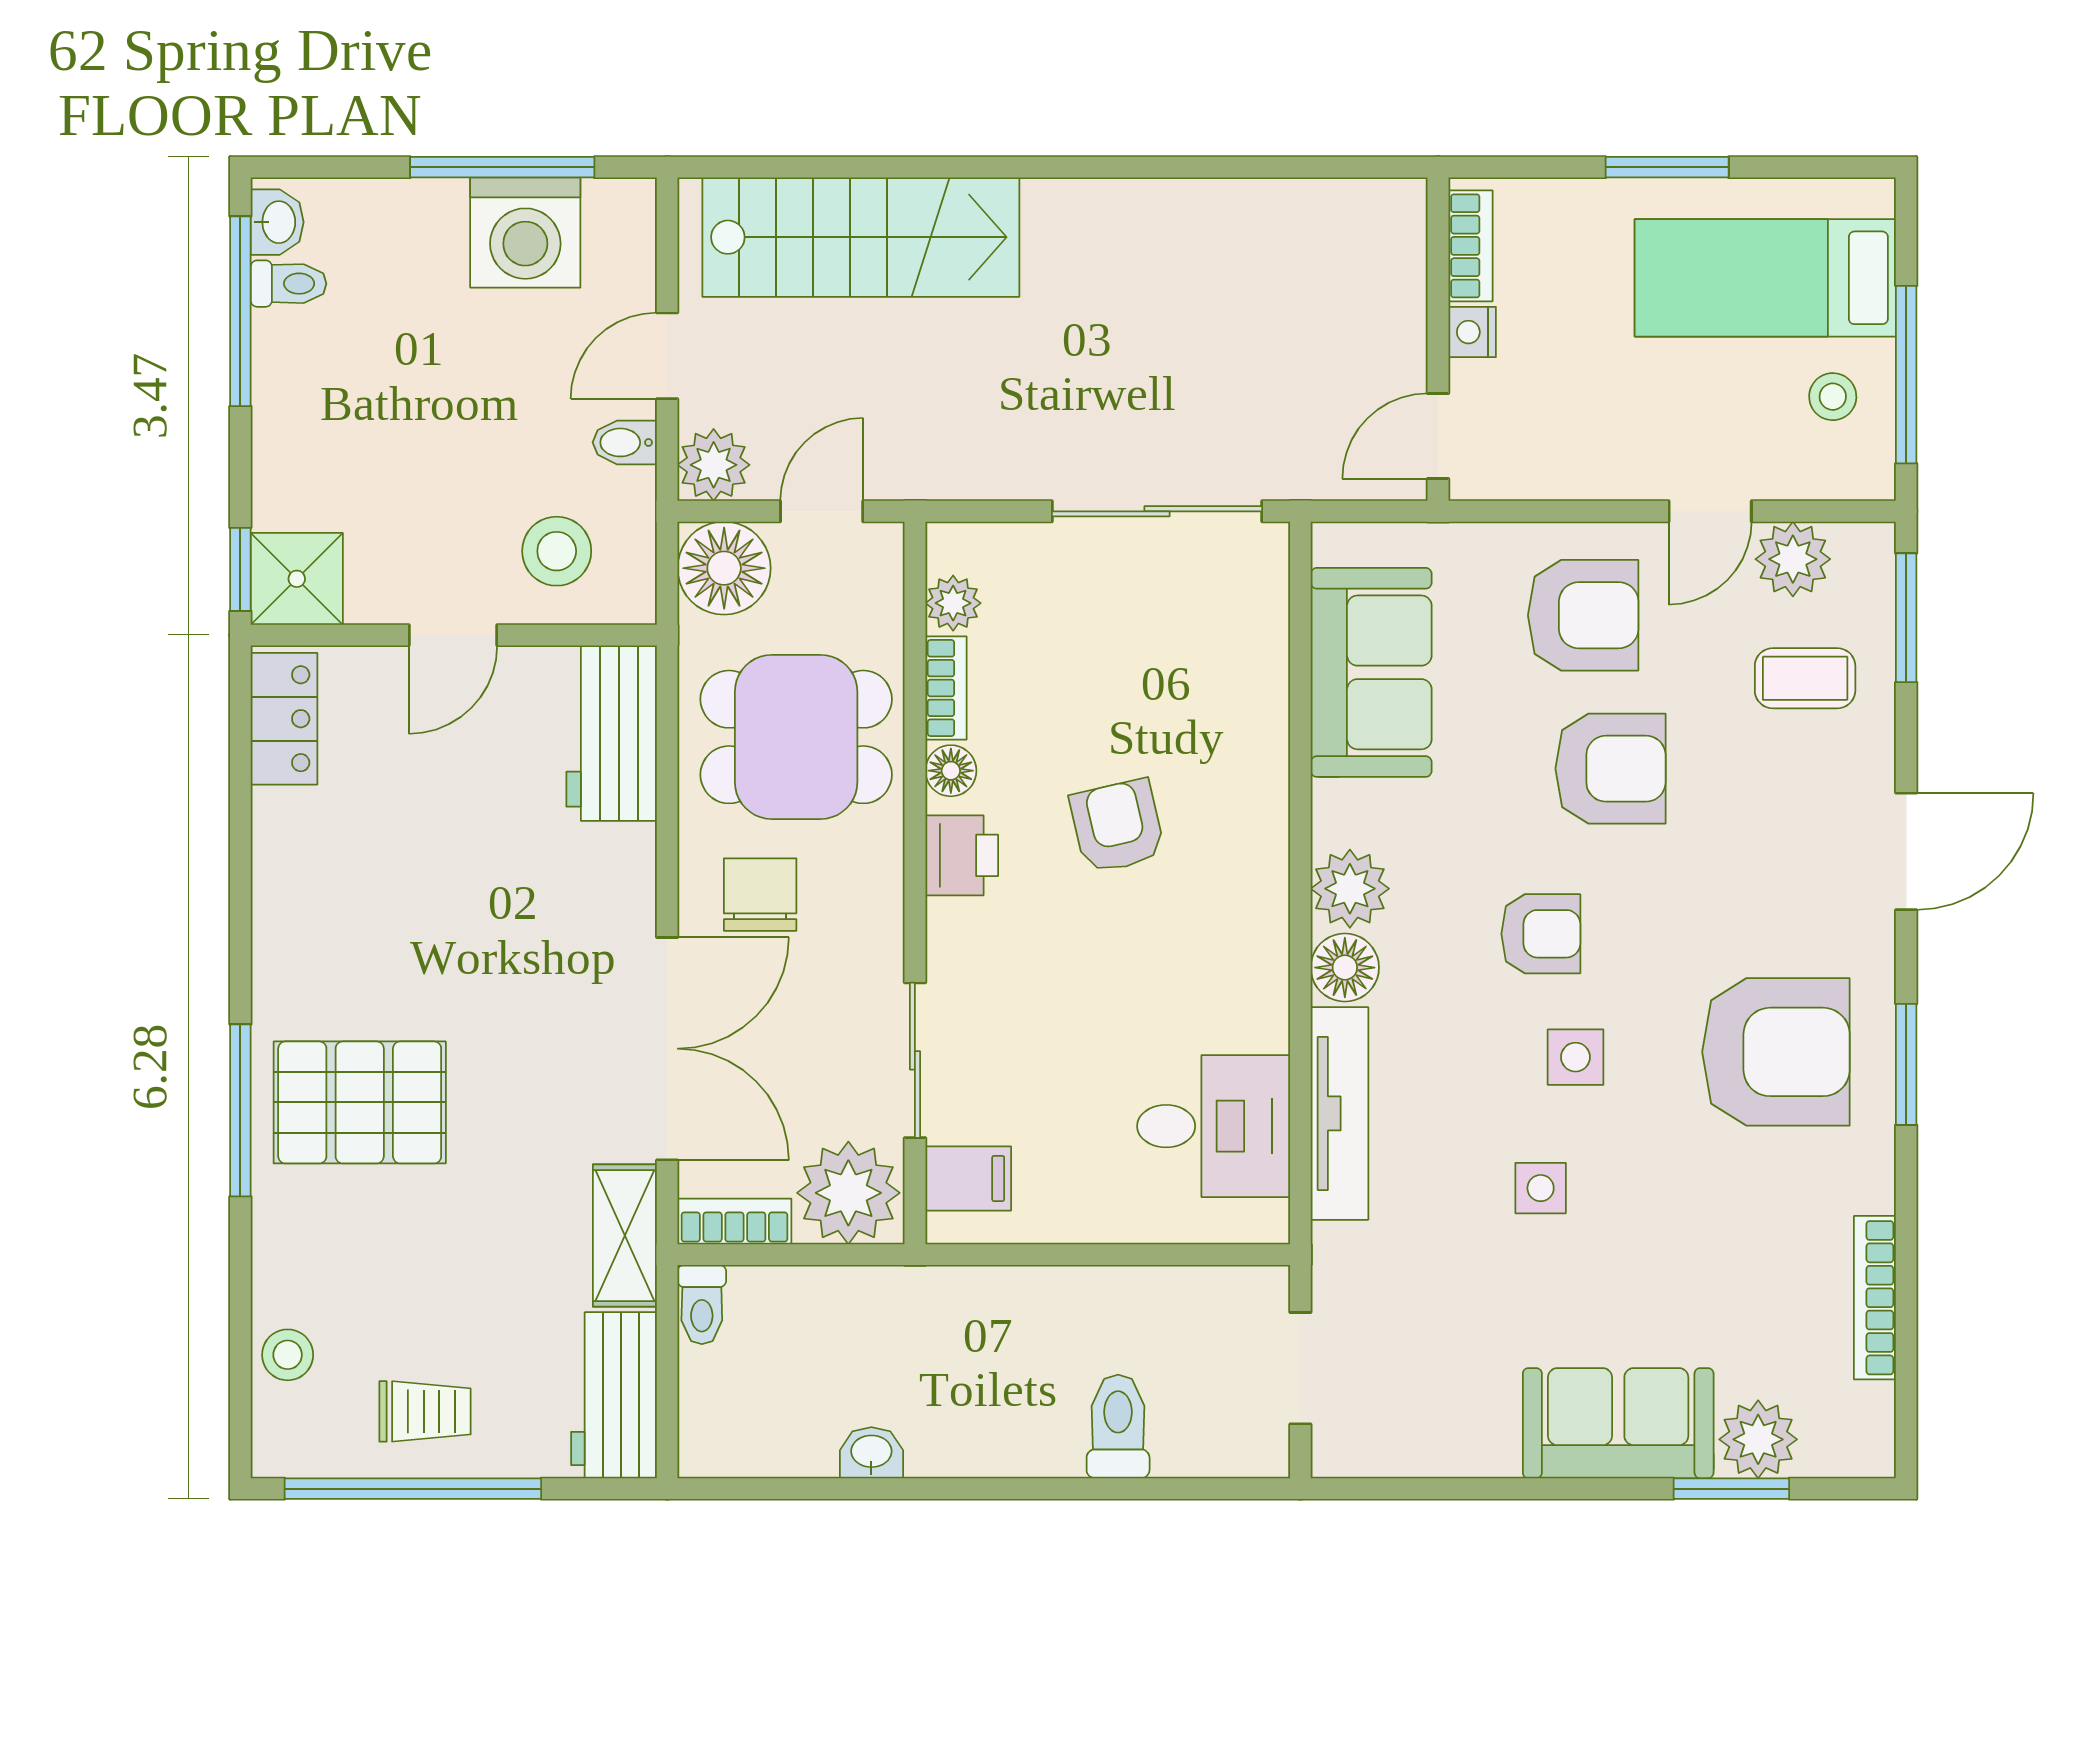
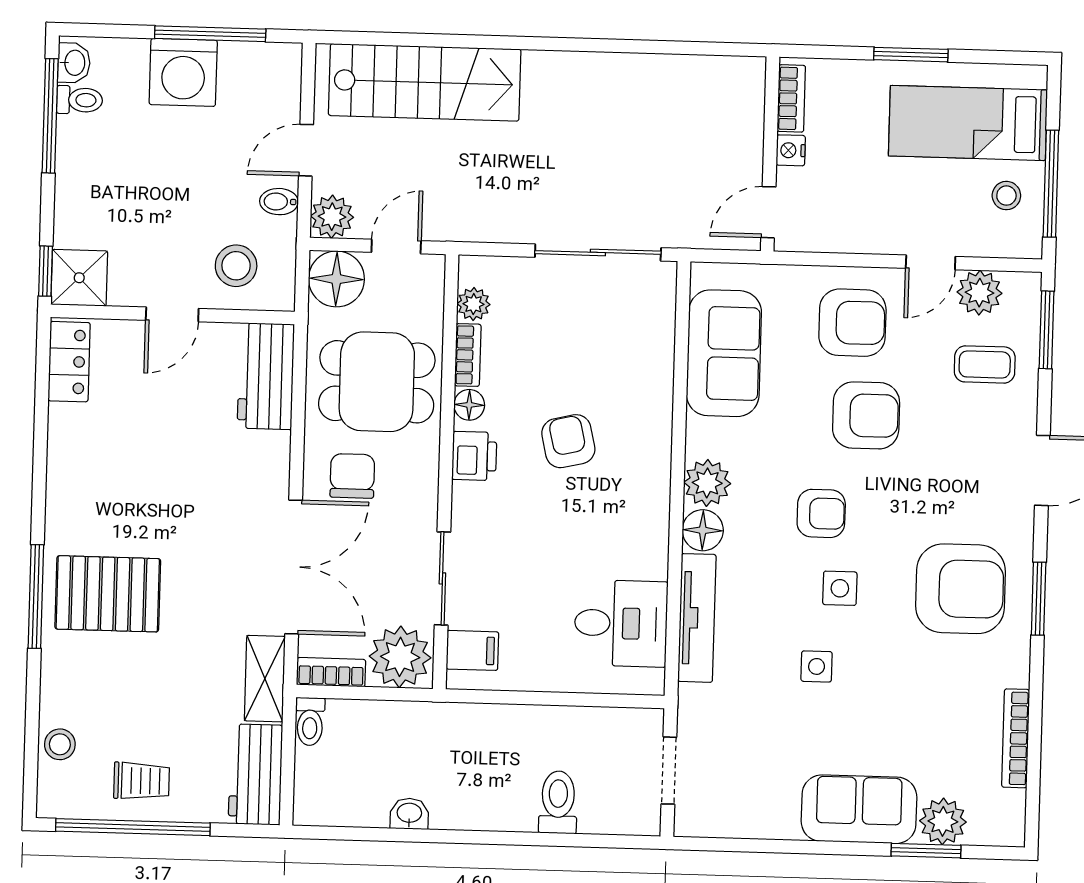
washing machine: (525, 233) -> (183, 72), moved

